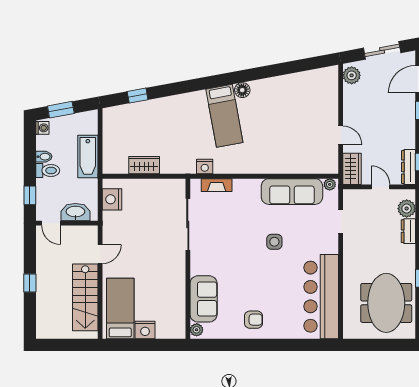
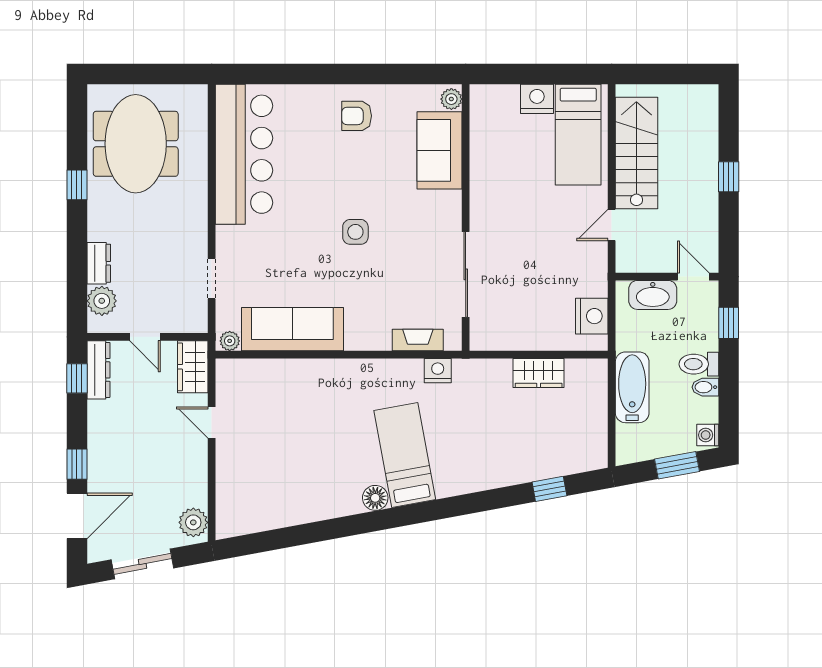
side table: (274, 242) -> (355, 232), moved

